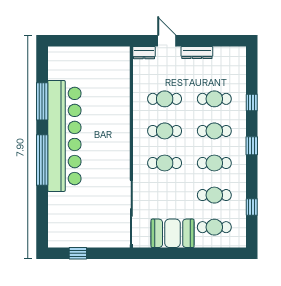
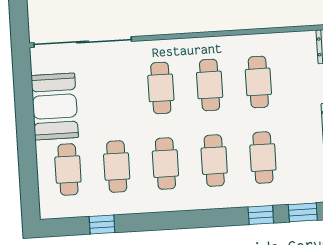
window: (252, 146) -> (303, 212), moved

